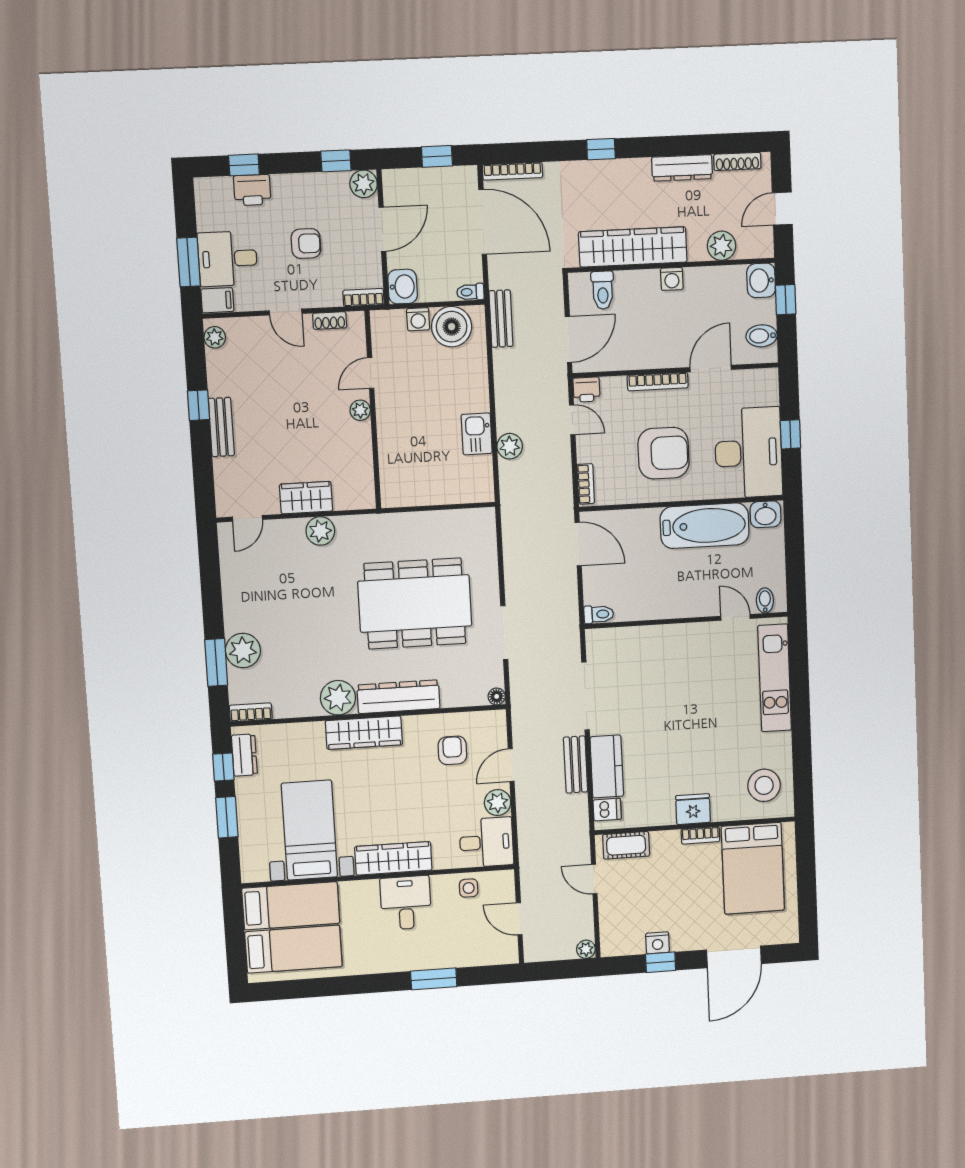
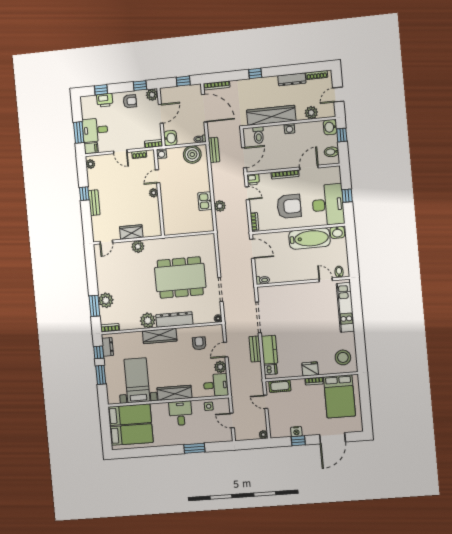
armchair: (306, 243) -> (130, 101), moved
washing machine: (418, 319) -> (161, 154), moved

